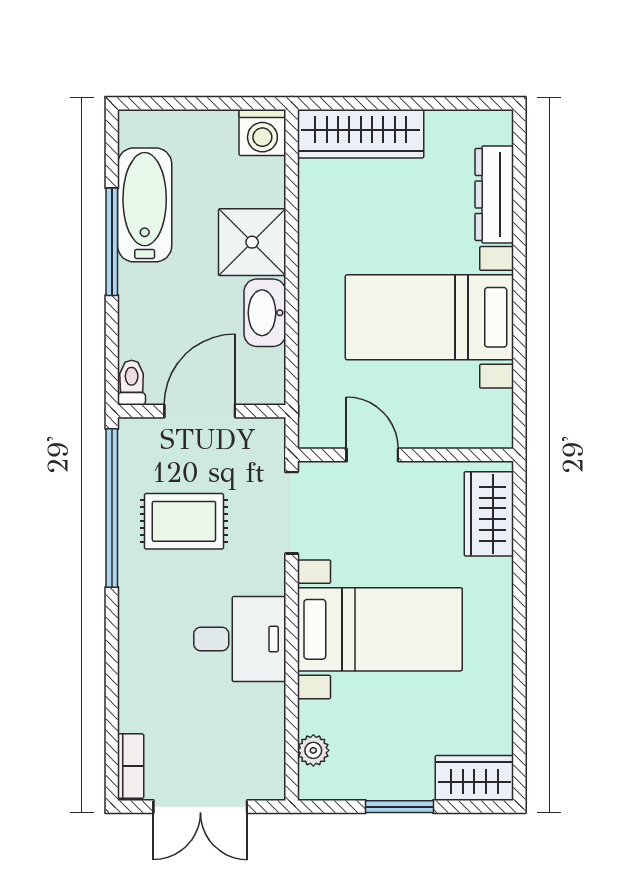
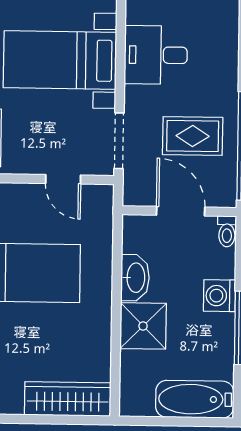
washing machine: (262, 133) -> (219, 296), moved, turned -90
bathtub: (145, 205) -> (195, 399), moved, turned 90
door: (200, 411) -> (181, 211), swing flipped

